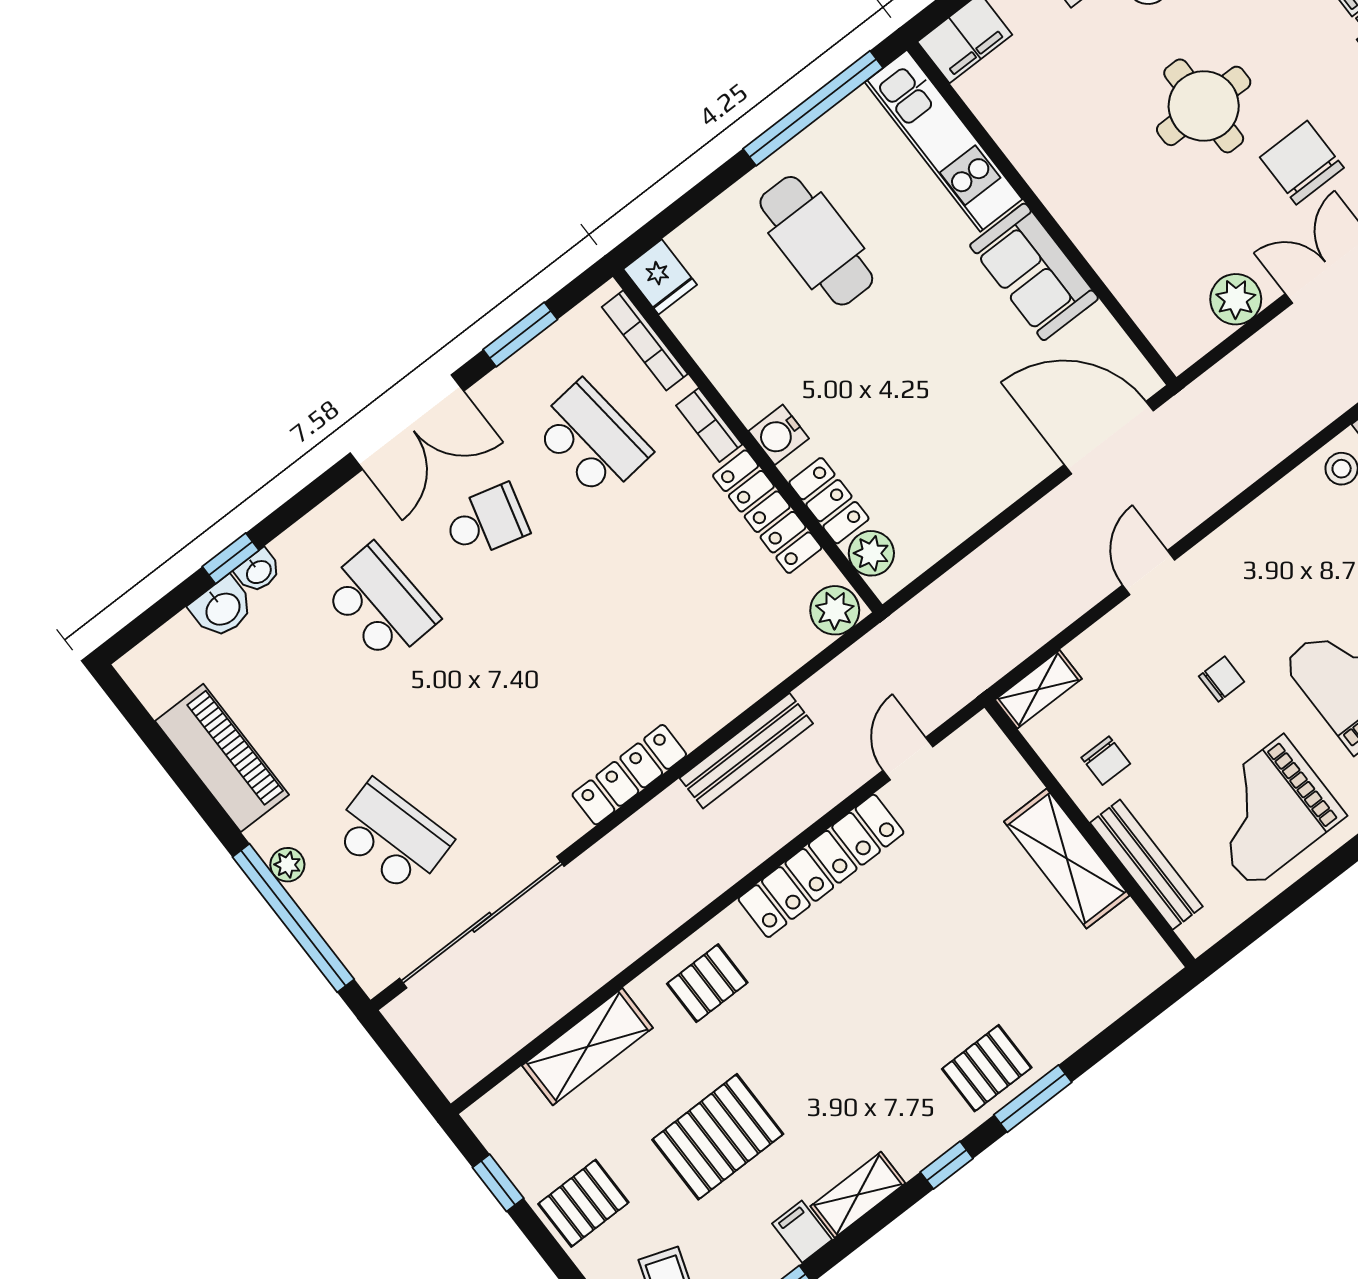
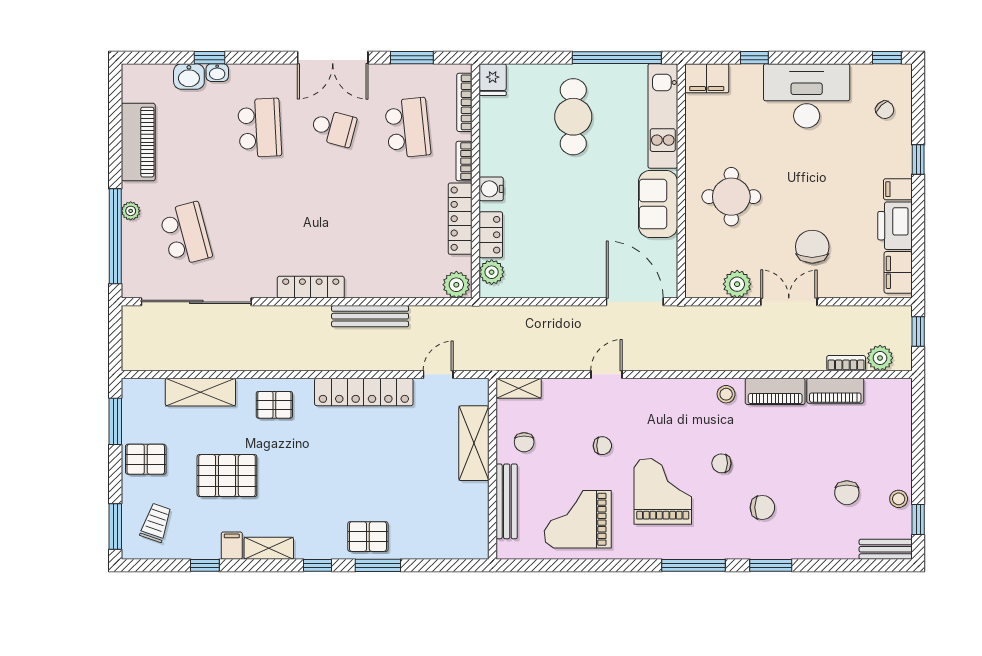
round table: (1204, 106) -> (731, 197), moved
shelving: (1067, 858) -> (474, 443), moved
window: (498, 1183) -> (115, 421), width x1.50

